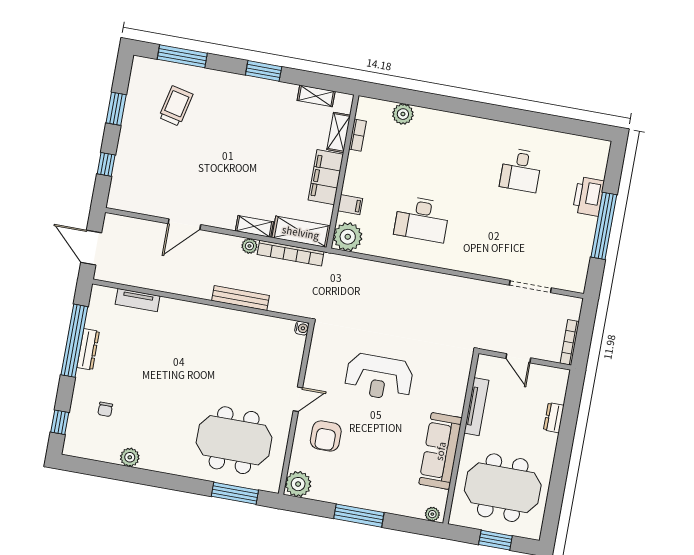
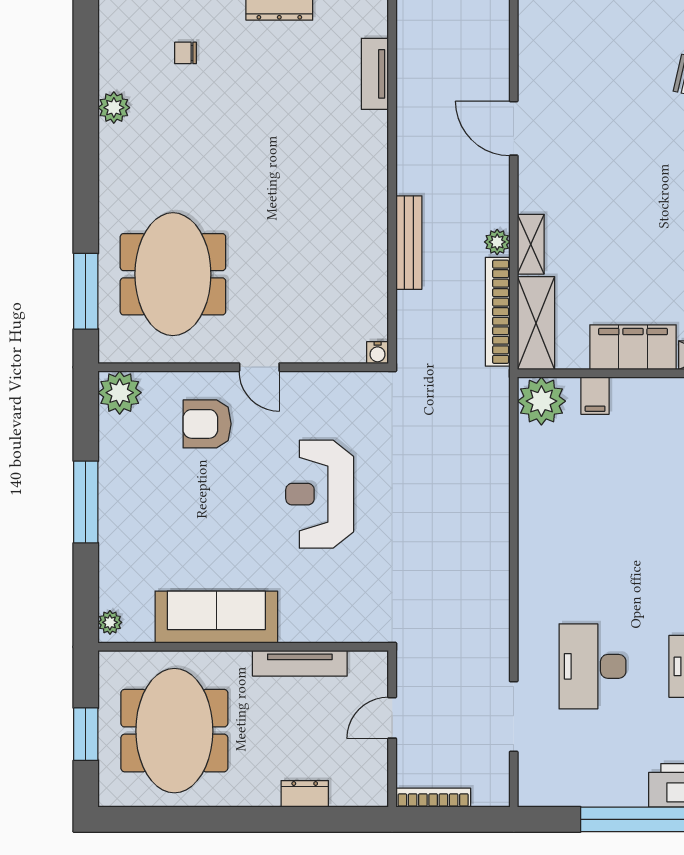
desk: (422, 219) -> (592, 666), moved

